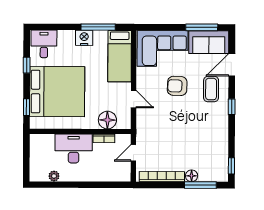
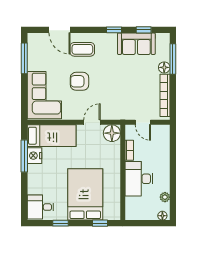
nightstand: (84, 38) -> (35, 156), moved
sofa: (209, 42) -> (136, 44), moved, turned 90
armchair: (177, 86) -> (80, 81), turned 88
bed: (57, 92) -> (85, 194), width x0.73
window: (232, 107) -> (114, 30), moved
floor lamp: (107, 120) -> (112, 133), moved
window: (231, 166) -> (144, 30), moved
floor lamp: (34, 173) -> (162, 216), added

